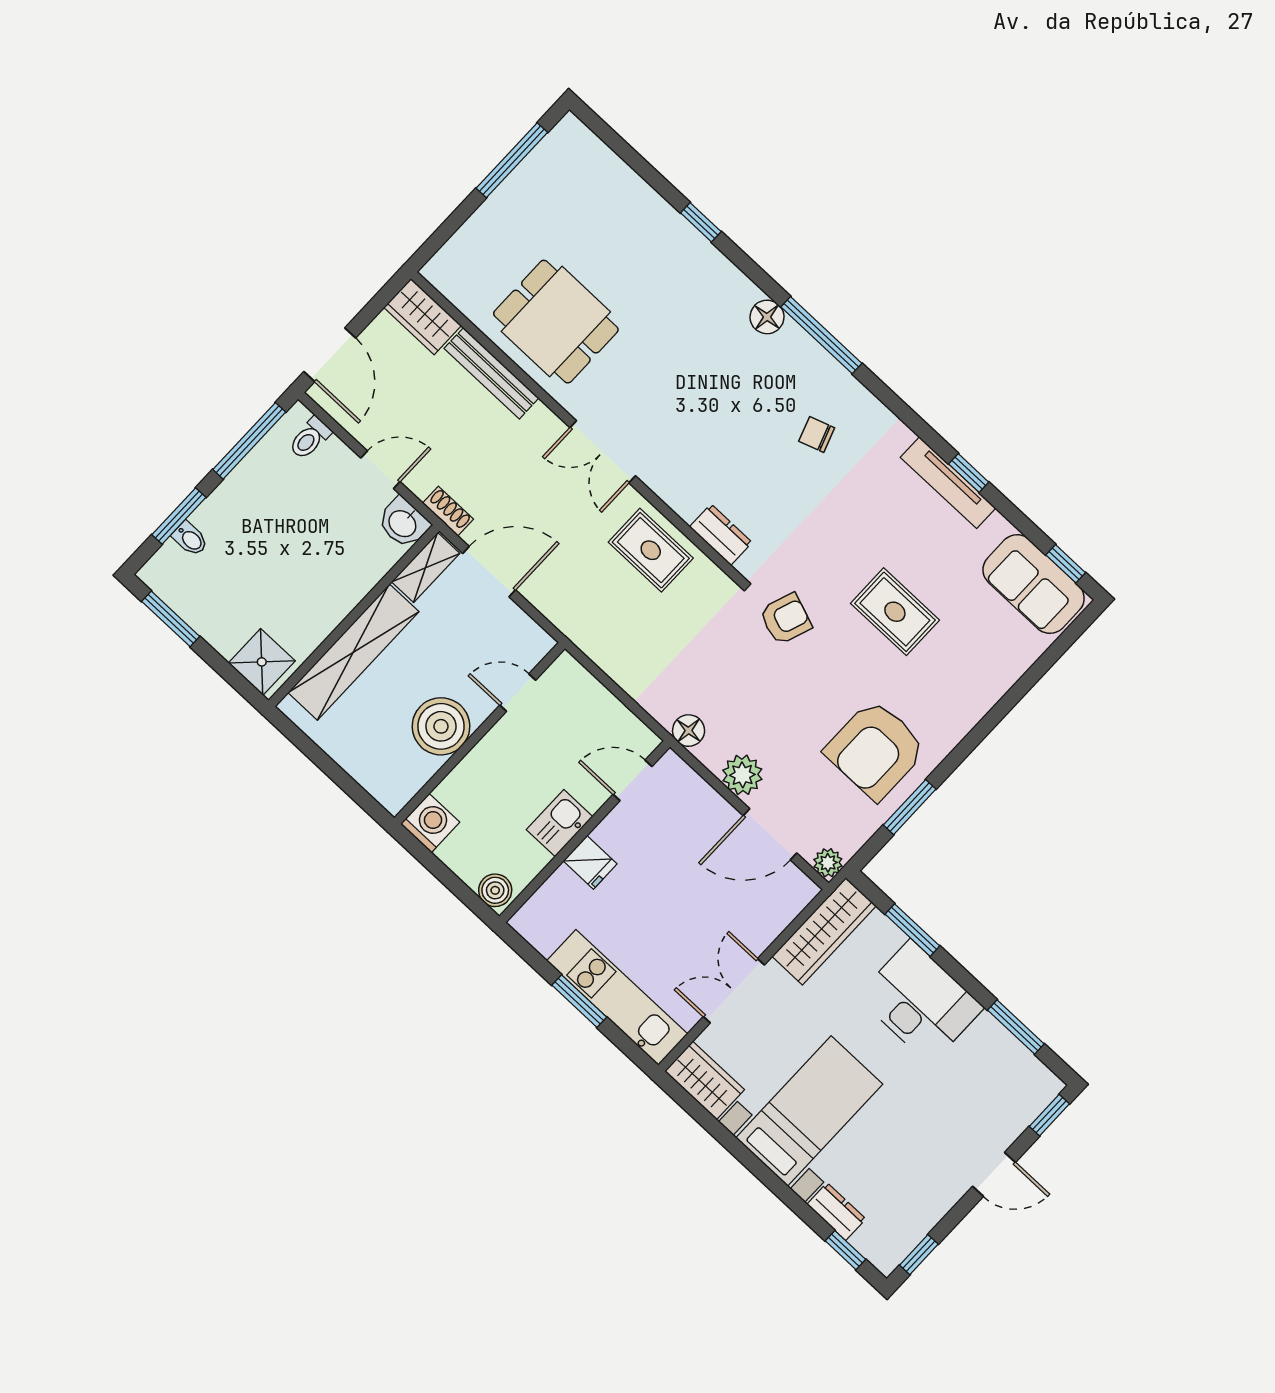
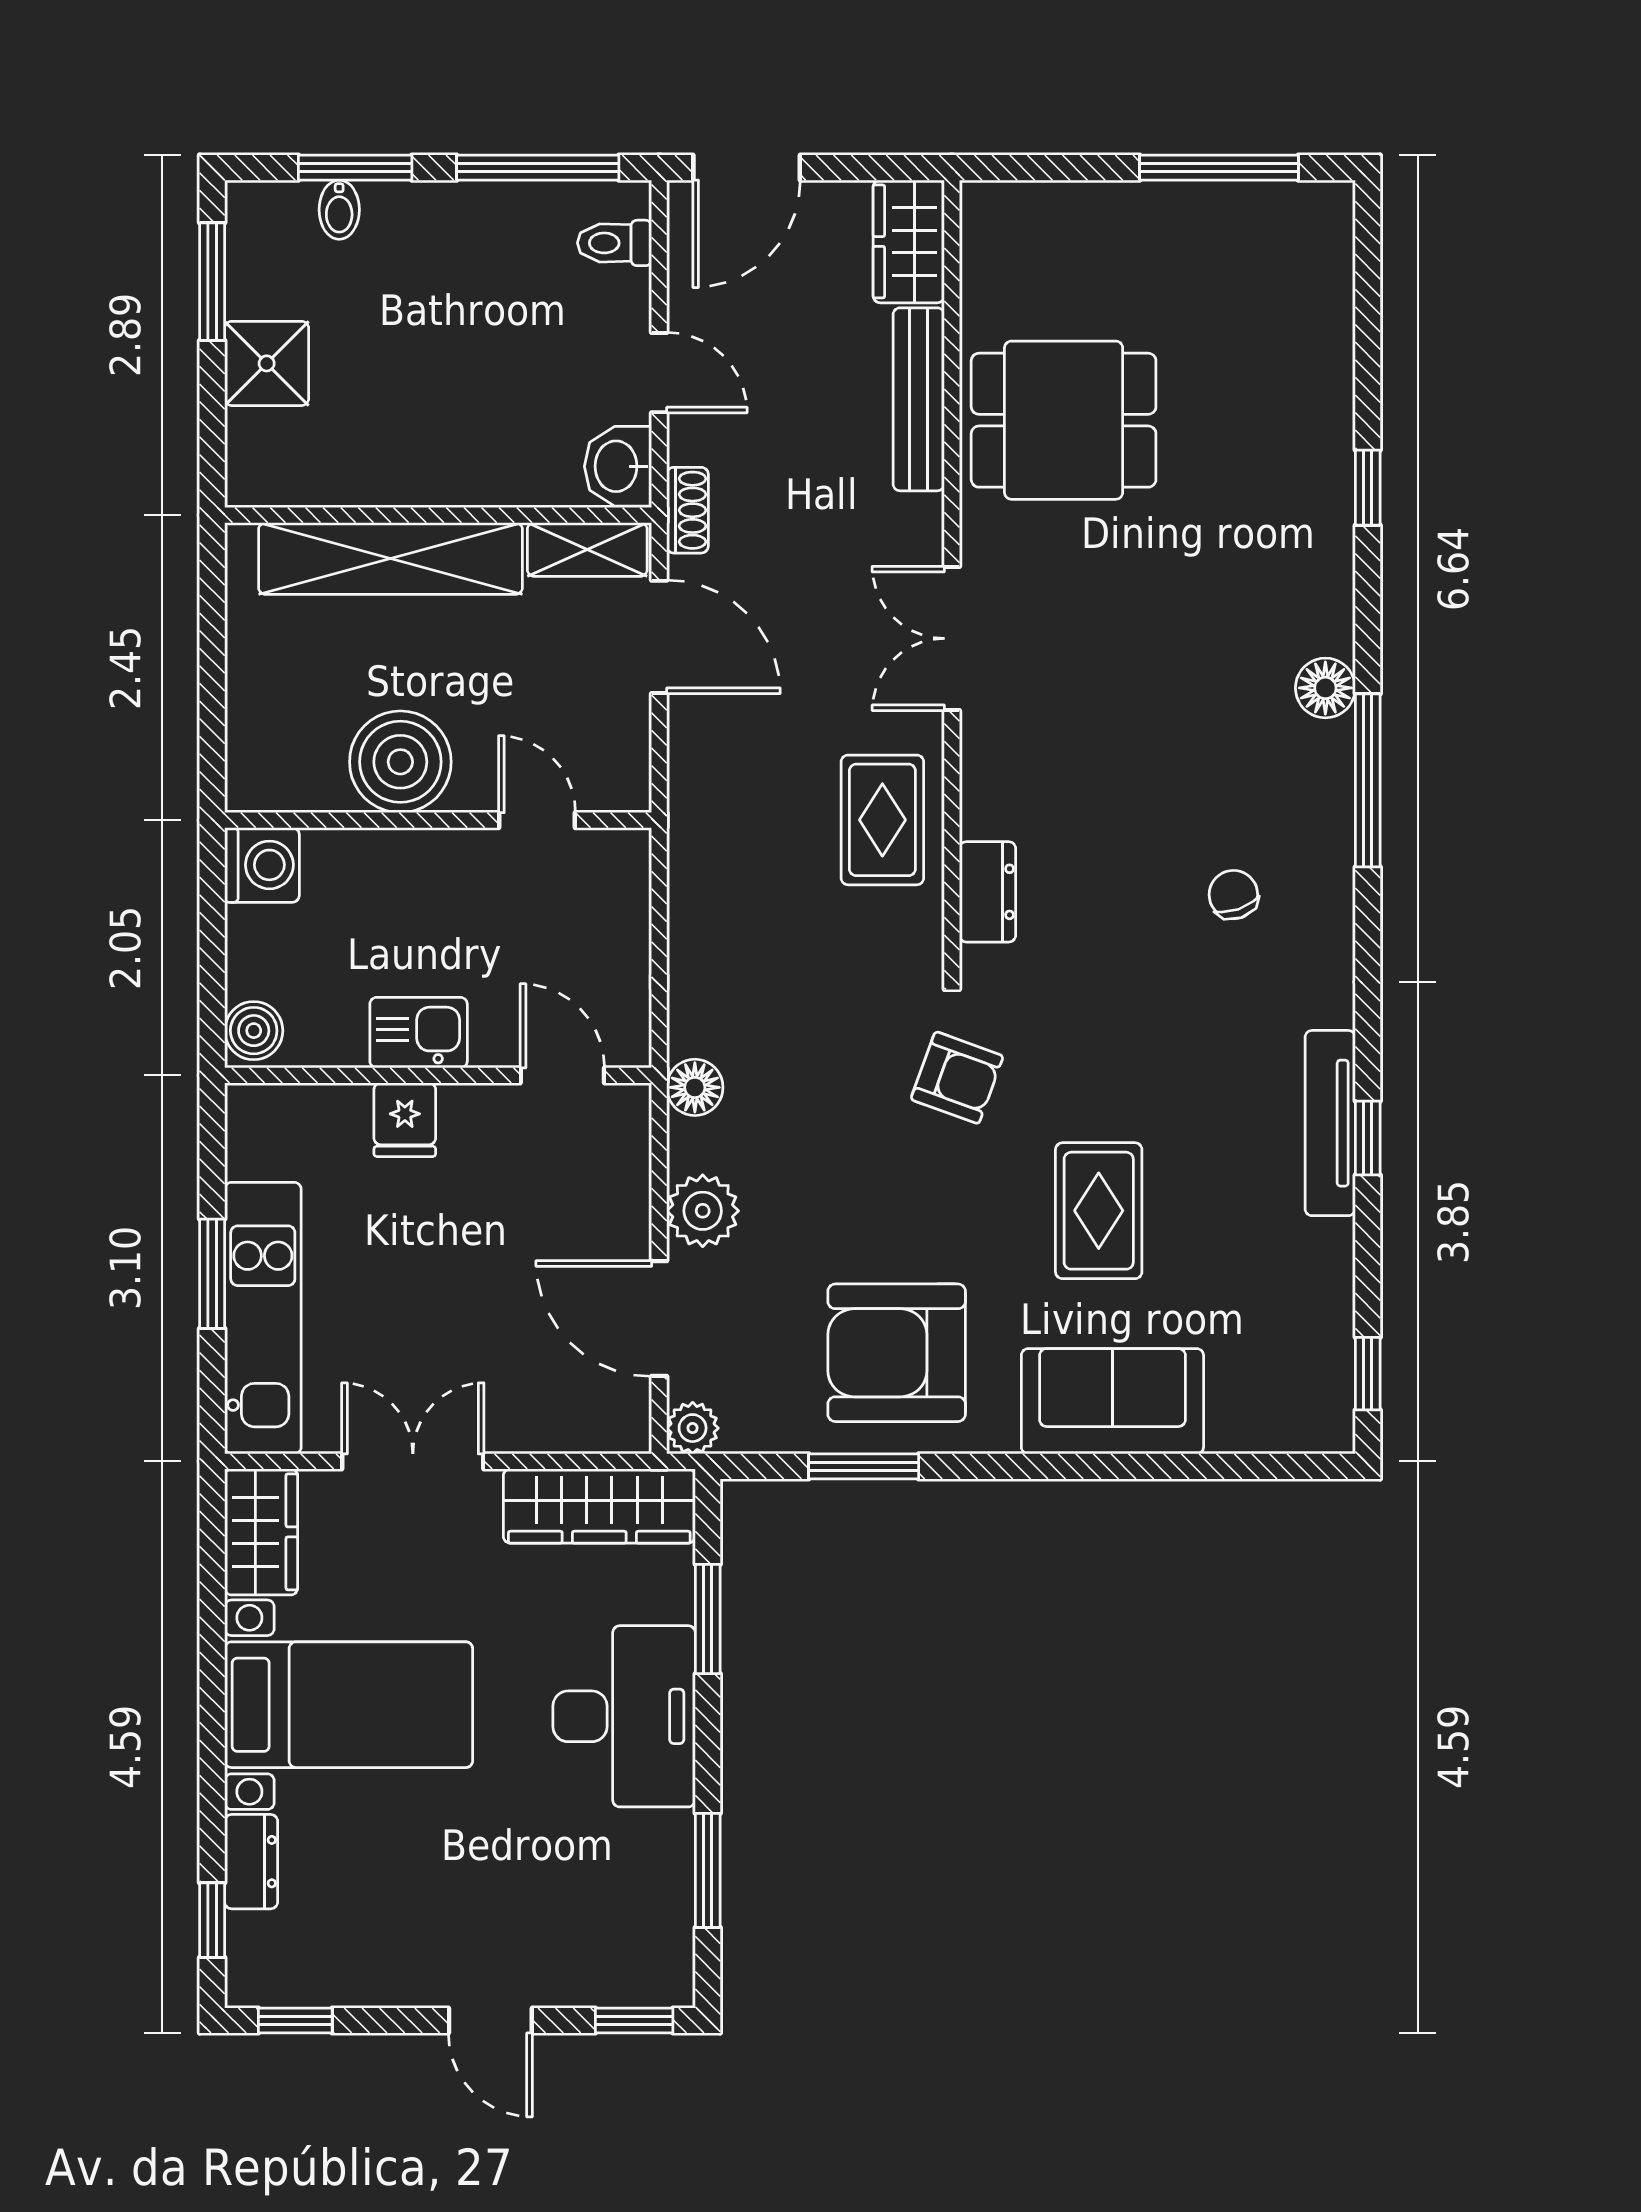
dining table: (556, 322) -> (1064, 420), turned 90
sofa: (1034, 584) -> (1112, 1401), moved, turned 90
shower: (262, 662) -> (267, 363), moved

